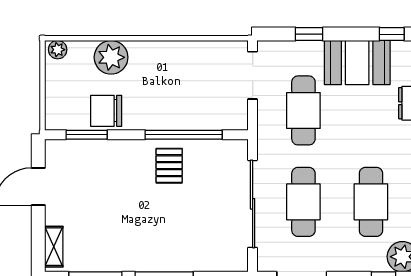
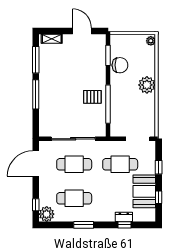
window: (392, 34) -> (159, 197), moved
plant: (111, 57) -> (147, 85), moved
chair: (106, 111) -> (120, 65), turned 90

